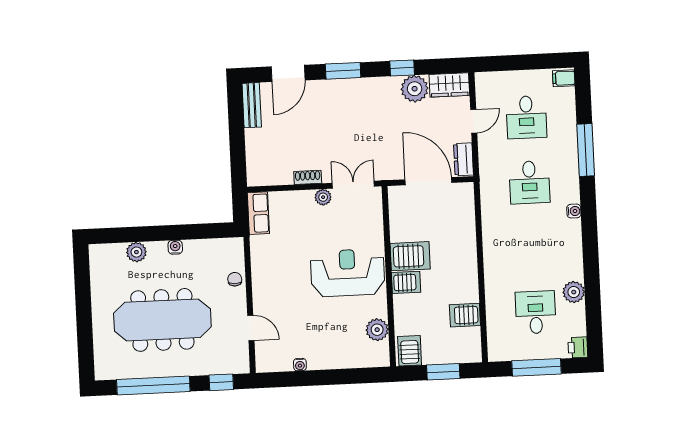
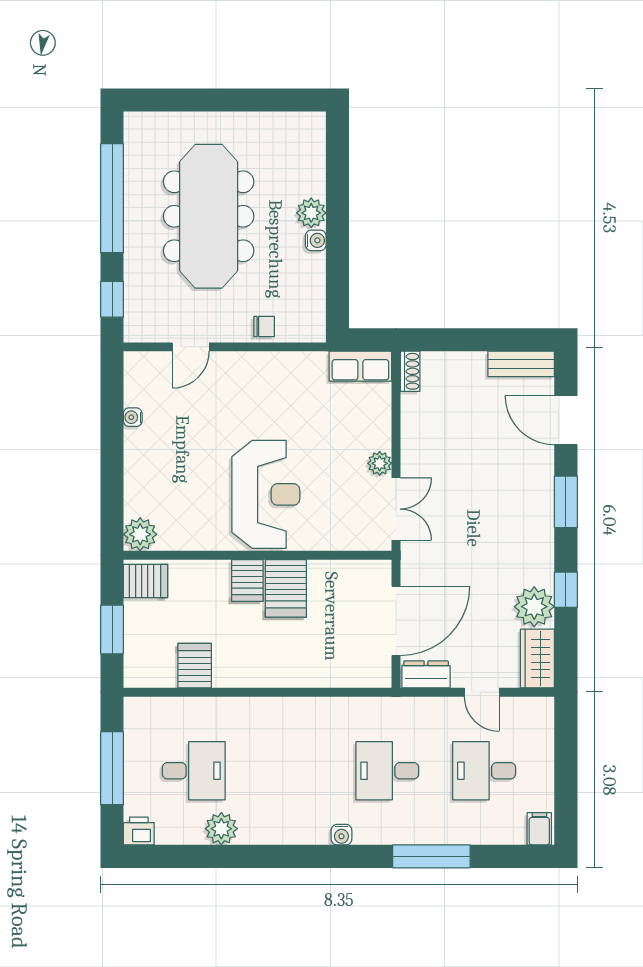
shoe rack: (308, 177) -> (410, 371), moved
plant: (136, 252) -> (311, 213), moved
plant: (377, 330) -> (140, 534), moved

